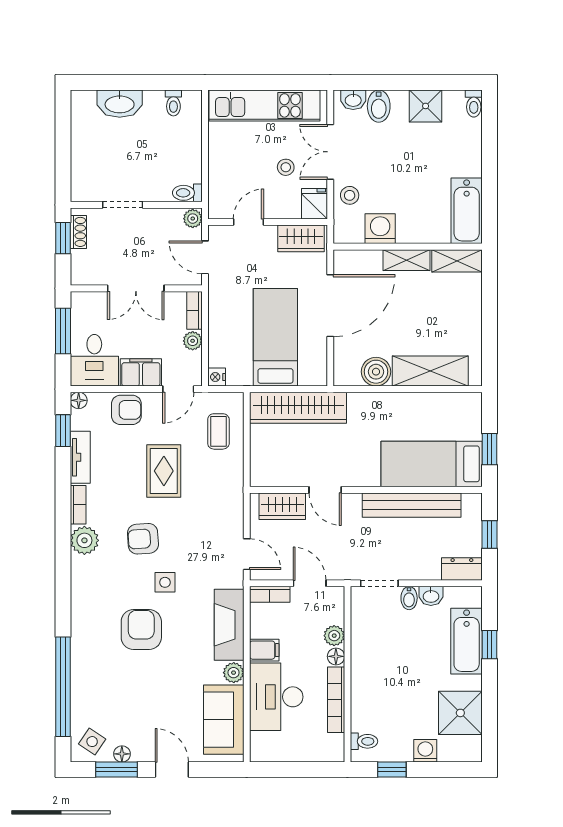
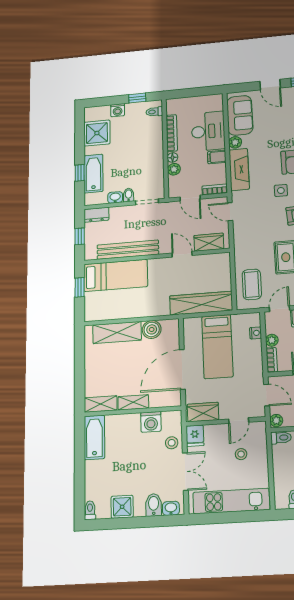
stool: (286, 167) -> (241, 454), moved
nightstand: (217, 377) -> (256, 333), moved
coffee table: (218, 431) -> (252, 284), width x1.36, depth x1.30

